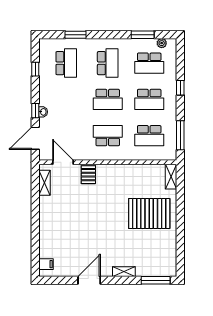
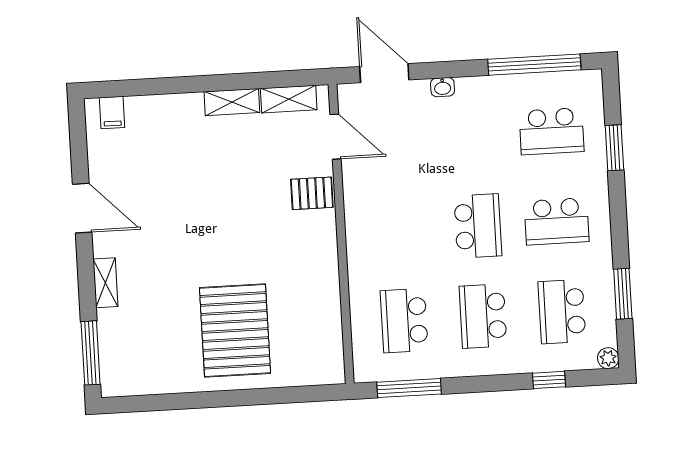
plant: (162, 43) -> (608, 358), moved
window: (35, 69) -> (534, 65), width x3.17
window: (180, 88) -> (549, 380), moved
school desk: (108, 99) -> (478, 226), turned 180
window: (35, 111) -> (444, 70), removed
school desk: (108, 136) -> (399, 230), removed
door: (63, 162) -> (335, 137), hinge flipped
shelving: (171, 177) -> (232, 102), moved

